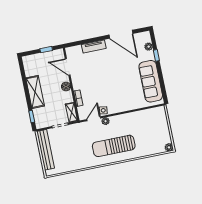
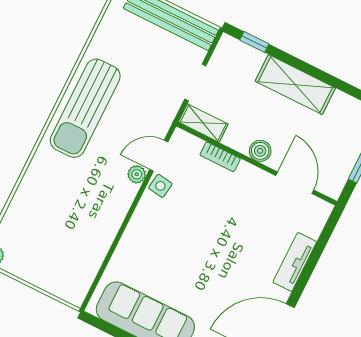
door: (68, 67) -> (295, 183), hinge flipped
door: (94, 119) -> (159, 156), swing flipped
sun lounger: (114, 146) -> (85, 108), moved, turned 180

